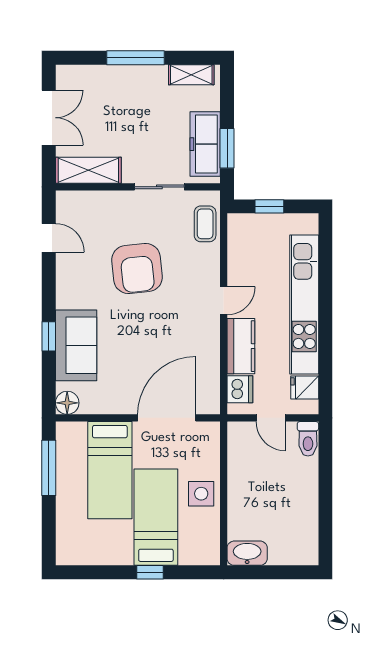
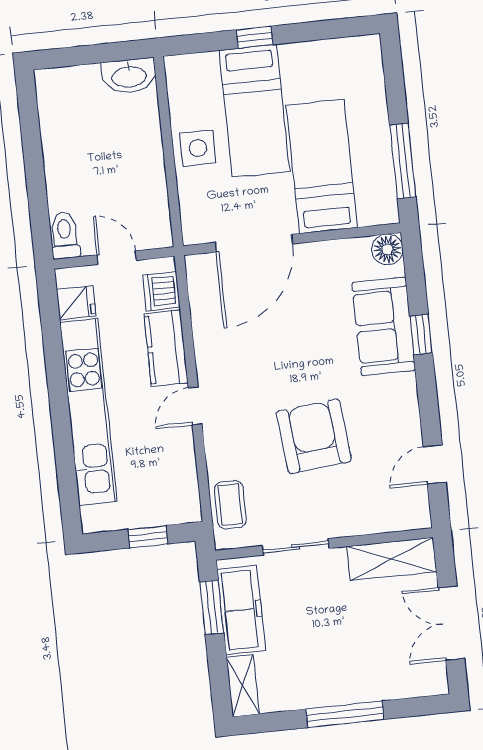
shelving: (191, 75) -> (243, 686), moved, turned 90
door: (49, 238) -> (435, 465), hinge flipped

